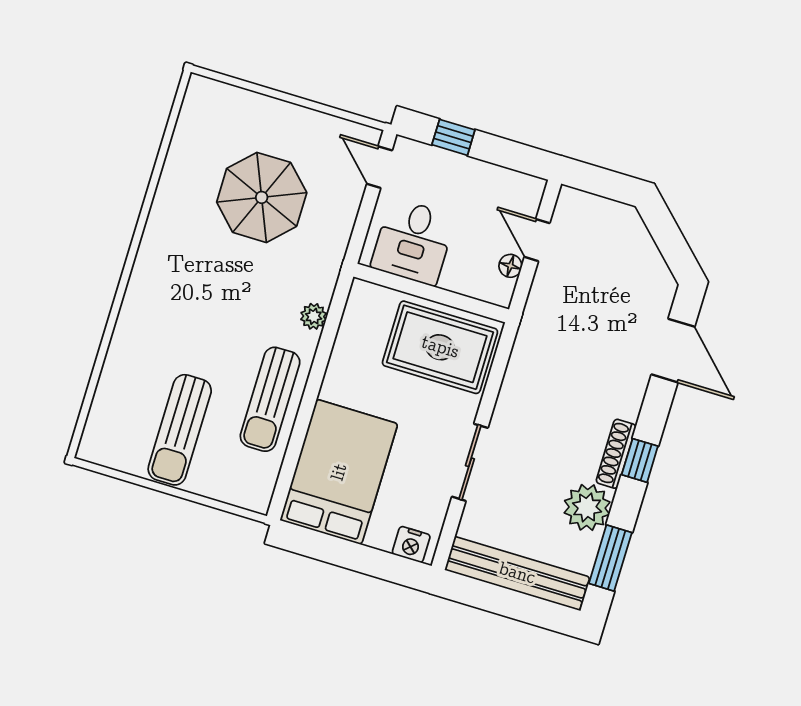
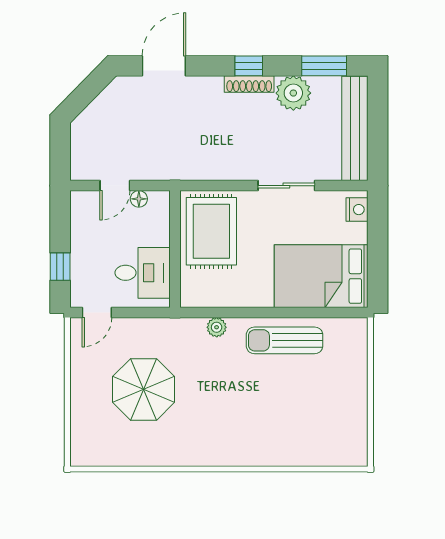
sun lounger: (270, 399) -> (285, 340), turned 180
sun lounger: (180, 430) -> (325, 398), removed

